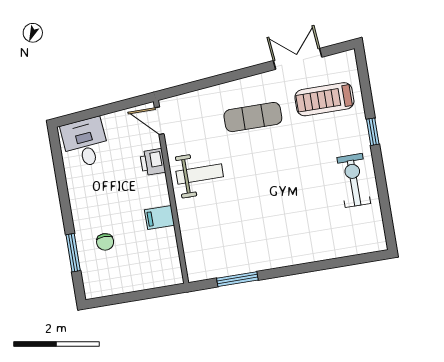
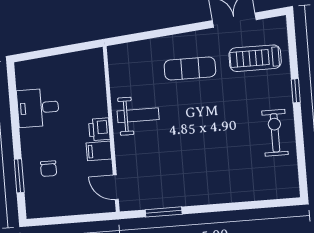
door: (159, 121) -> (116, 187), moved
desk: (85, 143) -> (38, 108), moved, turned -85
printer: (153, 162) -> (99, 129), moved

